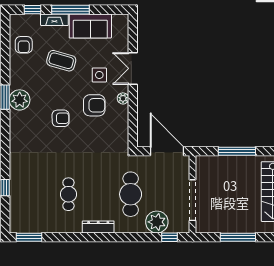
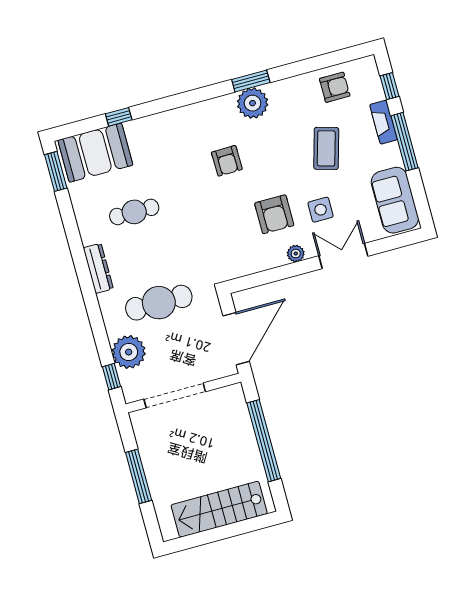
sofa: (90, 26) -> (395, 200), moved
armchair: (24, 45) -> (335, 87), turned 180
armchair: (61, 118) -> (227, 161), moved
window: (237, 151) -> (264, 441), width x1.46
booth: (24, 209) -> (95, 153), added

